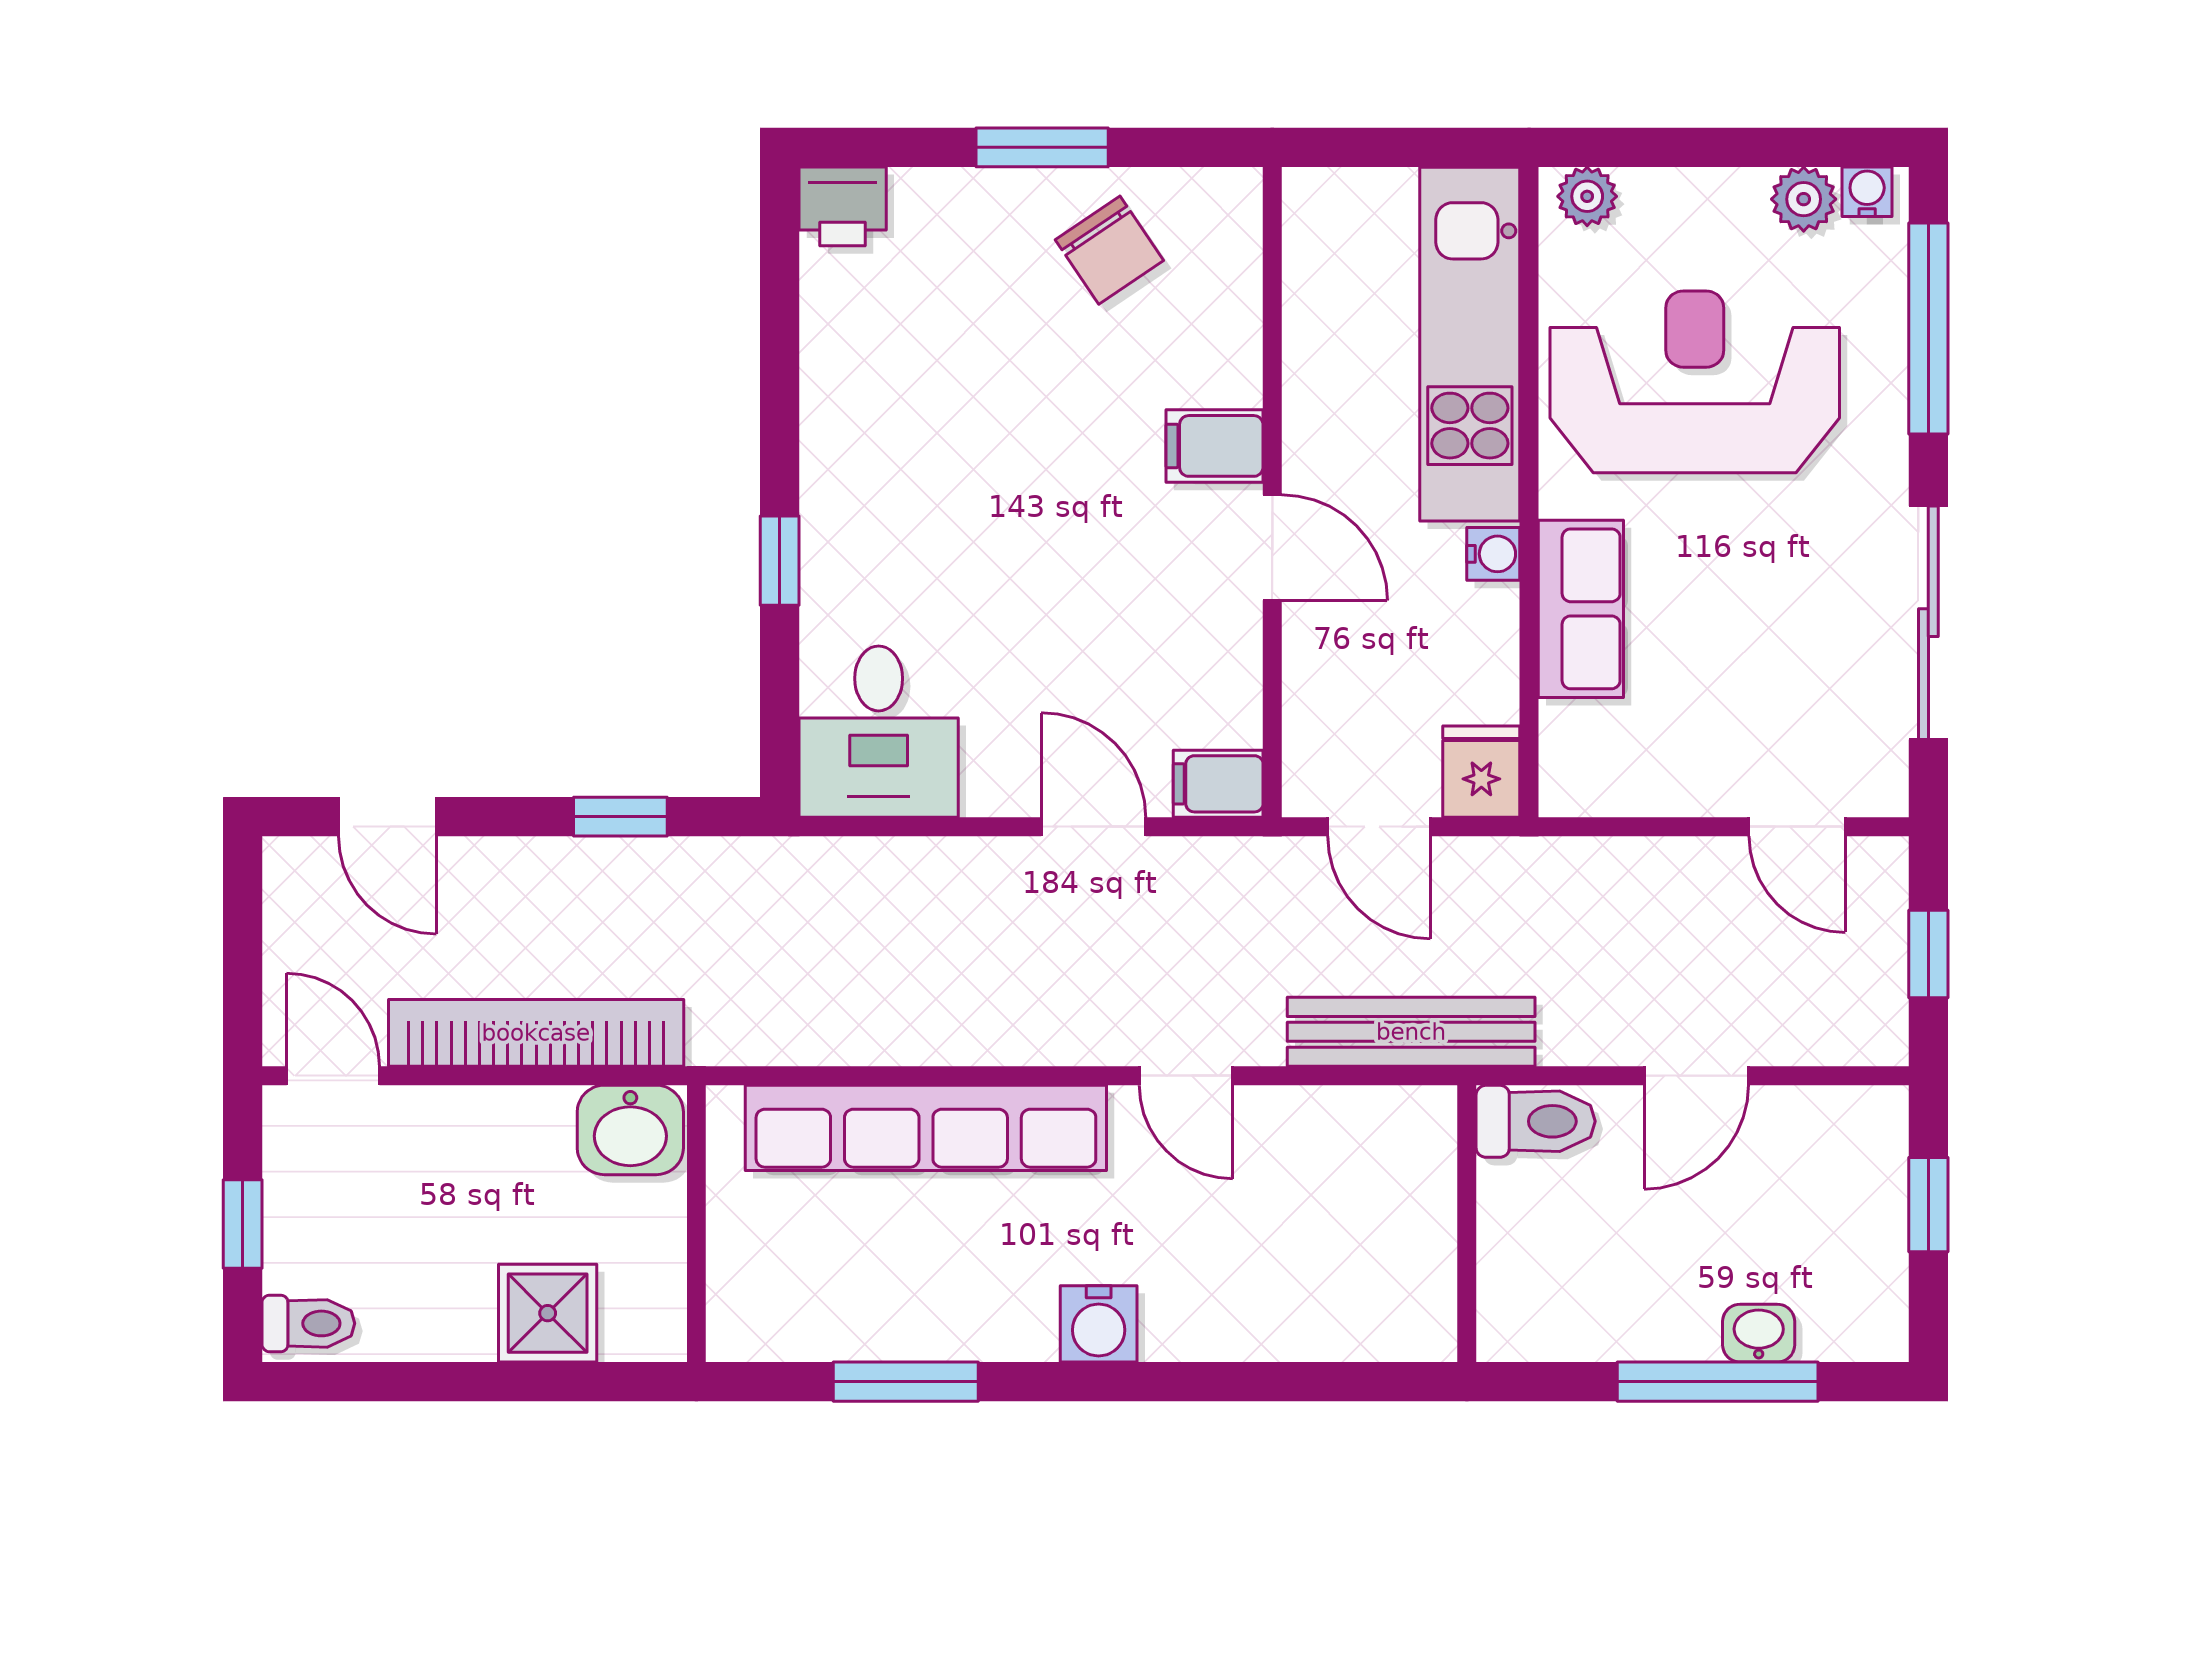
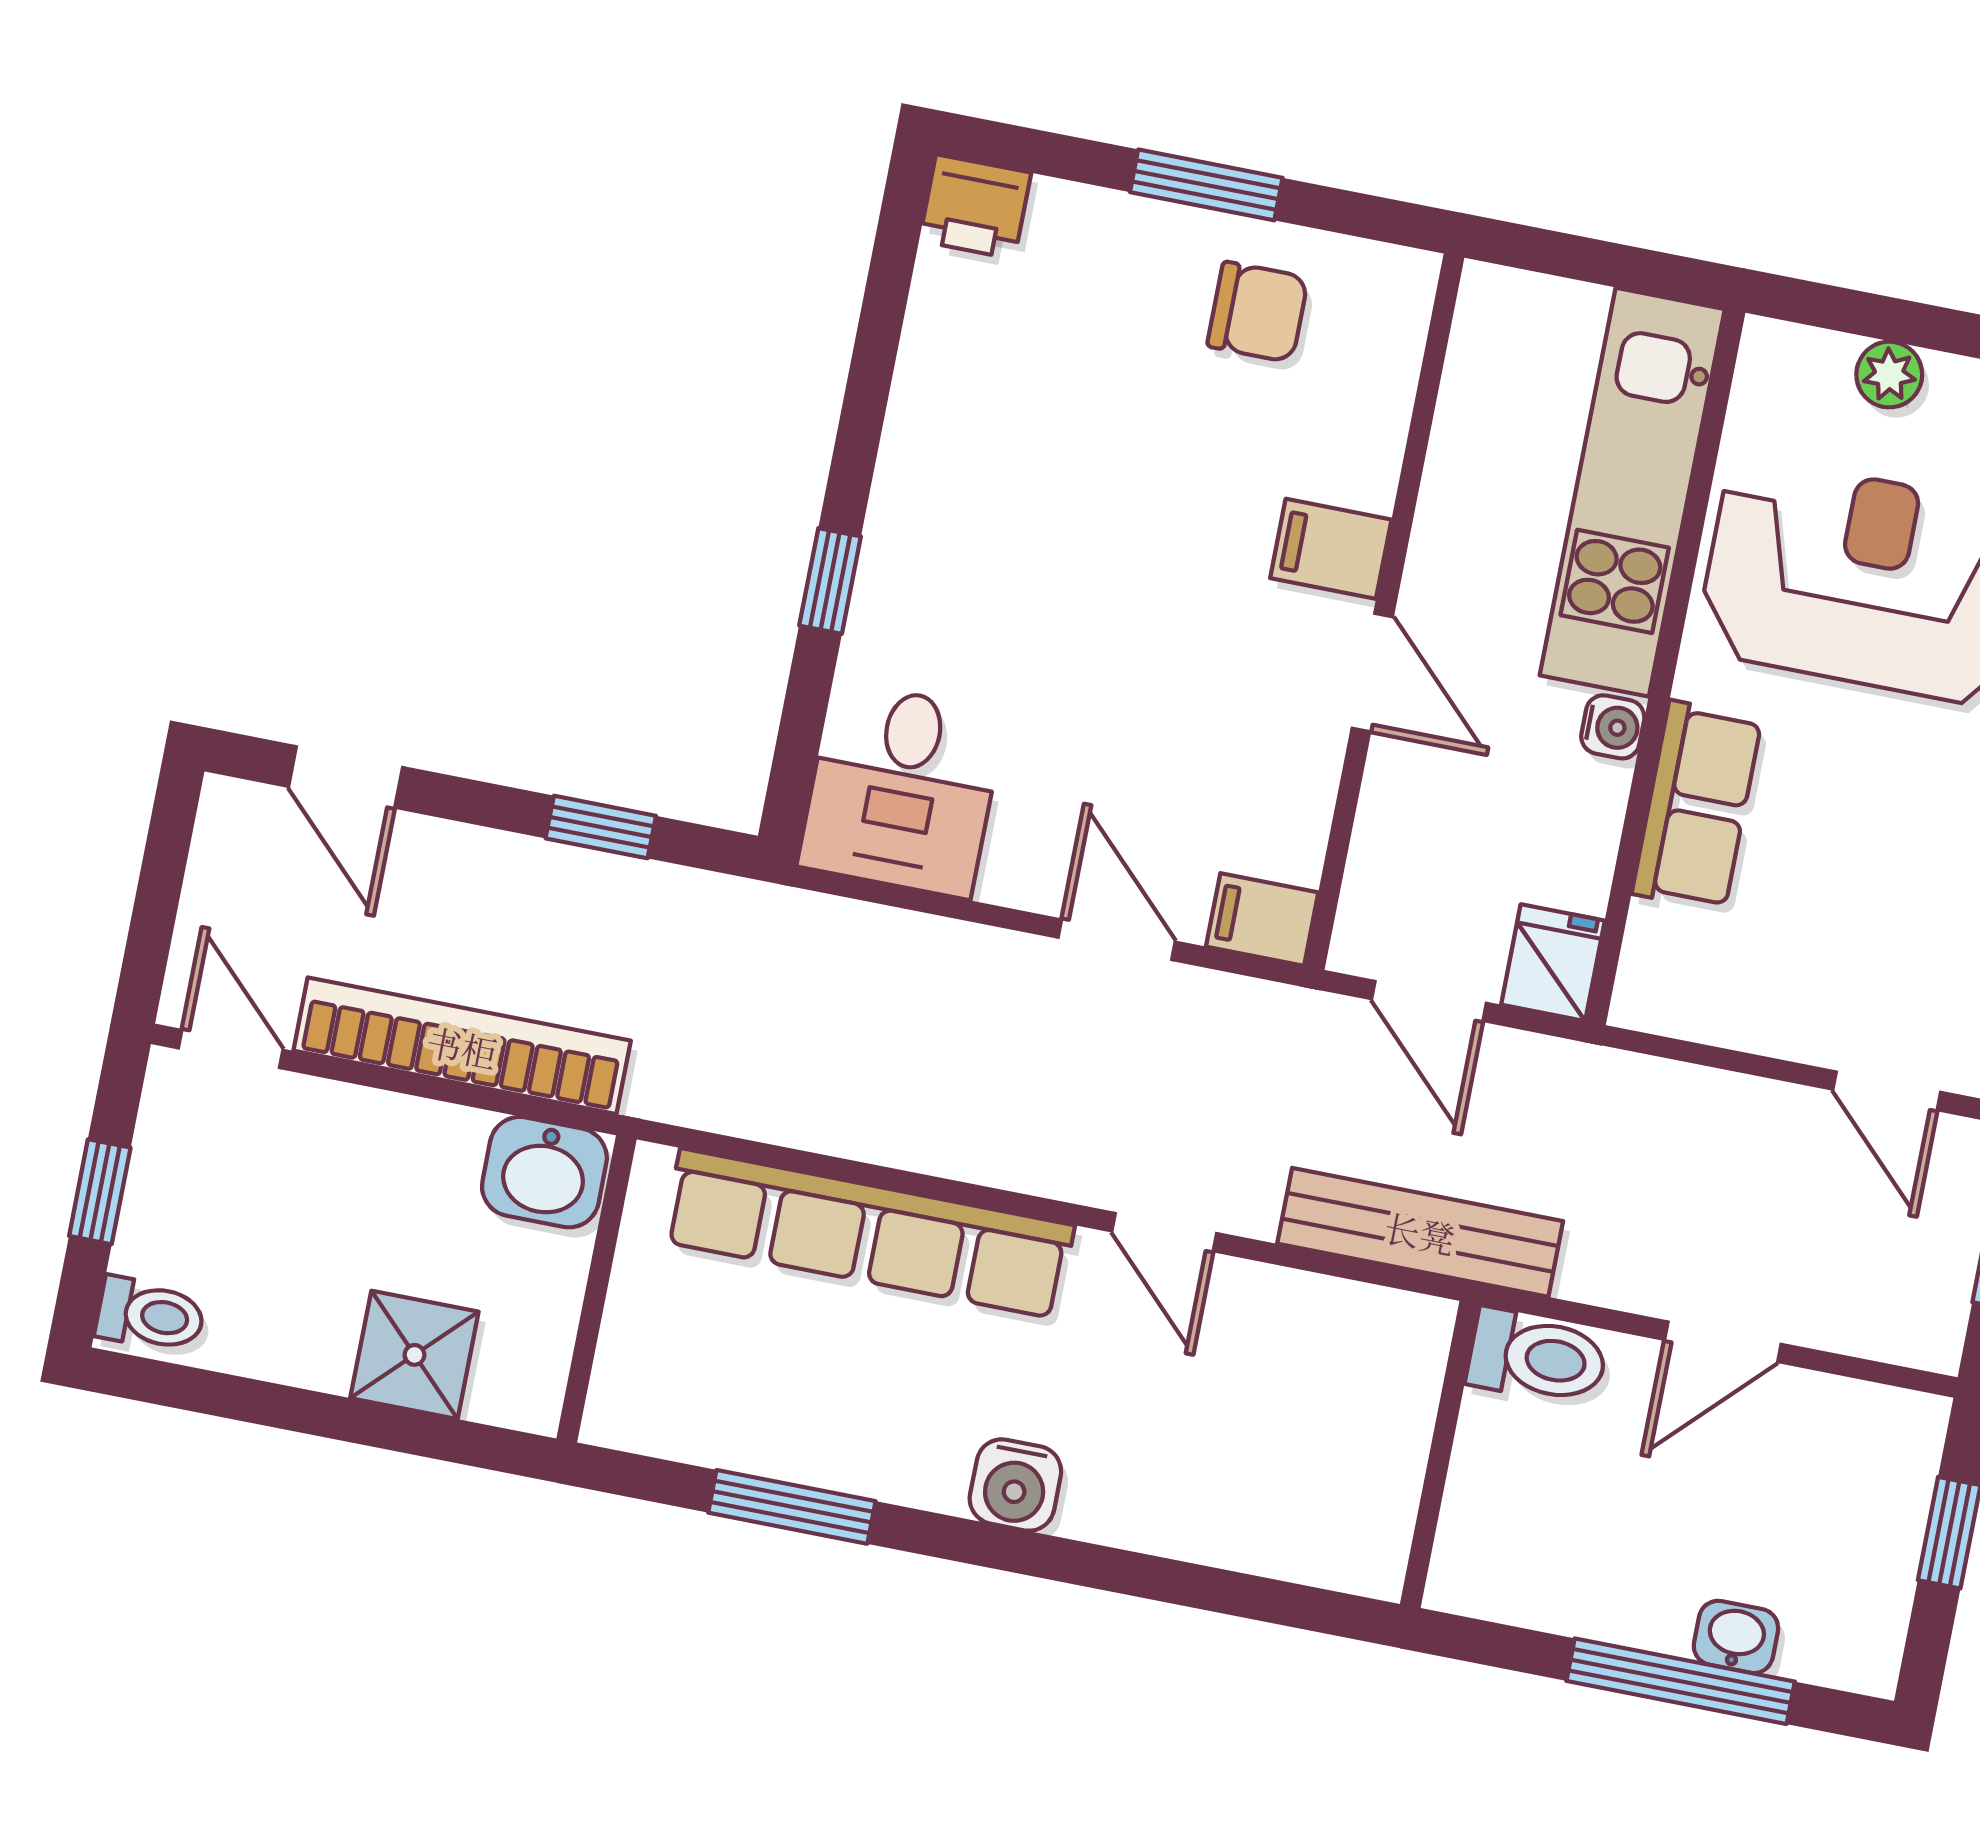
plant: (1587, 196) -> (1889, 375), moved
chair: (1109, 250) -> (1258, 312), turned -56

